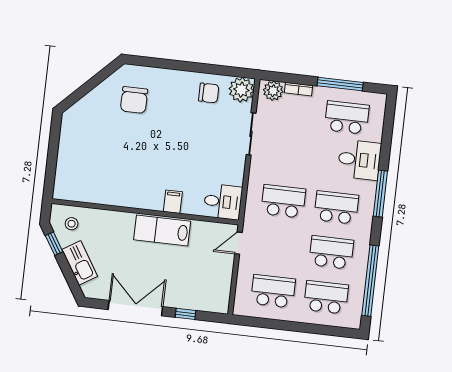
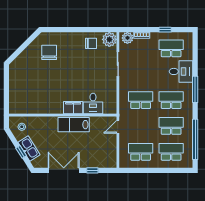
window: (340, 84) -> (165, 30), width x0.46
chair: (134, 100) -> (49, 52), turned 180
filing cabinet: (173, 202) -> (73, 108), width x2.00
desk: (223, 202) -> (93, 104), moved, turned 90
window: (54, 244) -> (21, 152), moved

